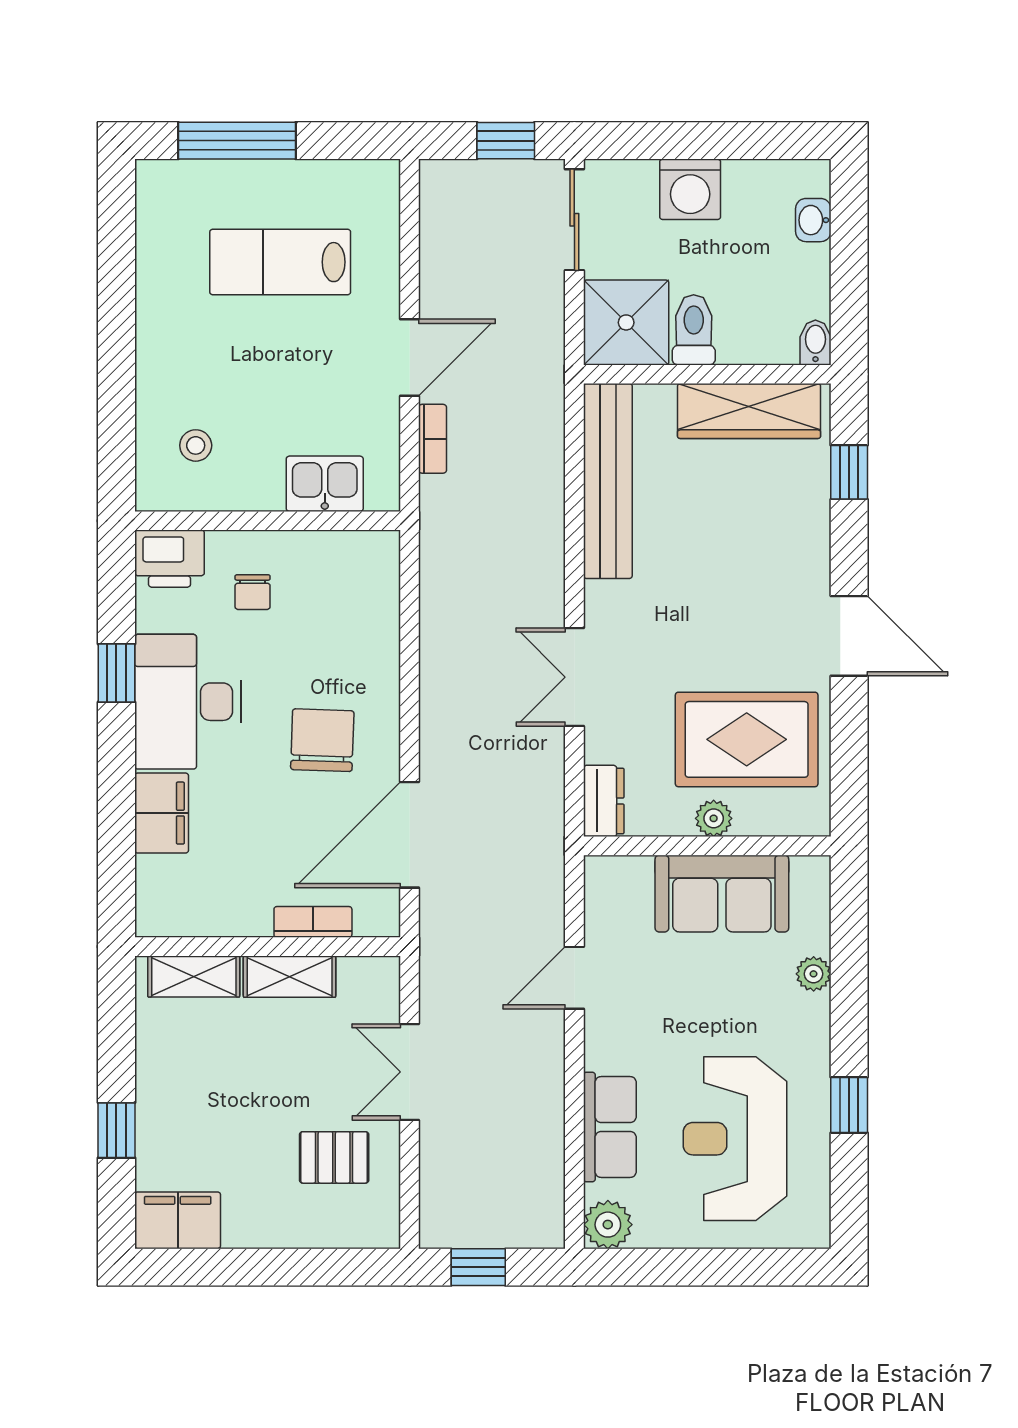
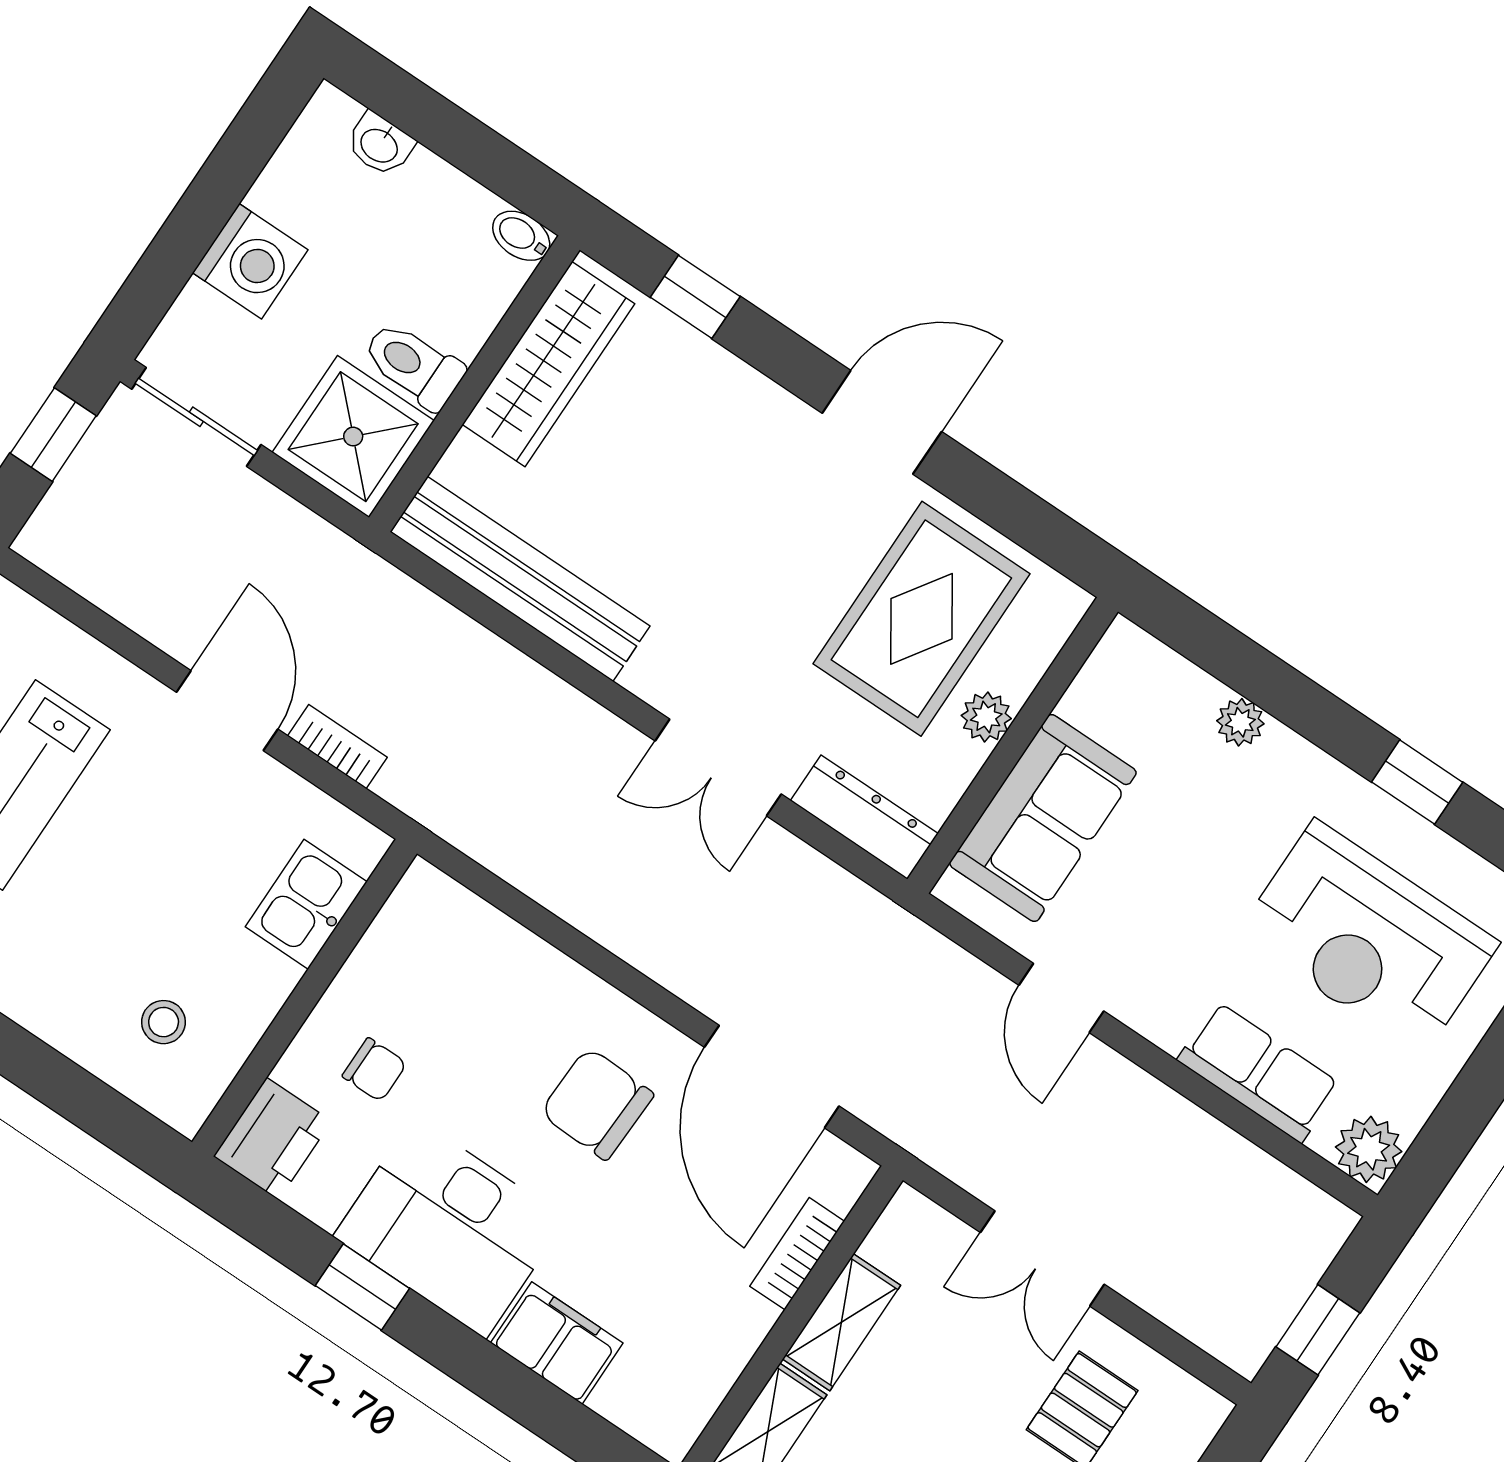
dresser: (604, 801) -> (864, 817), width x1.44
sofa: (722, 894) -> (1043, 818), moved

